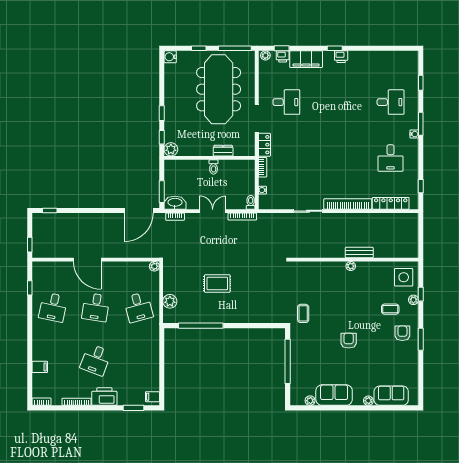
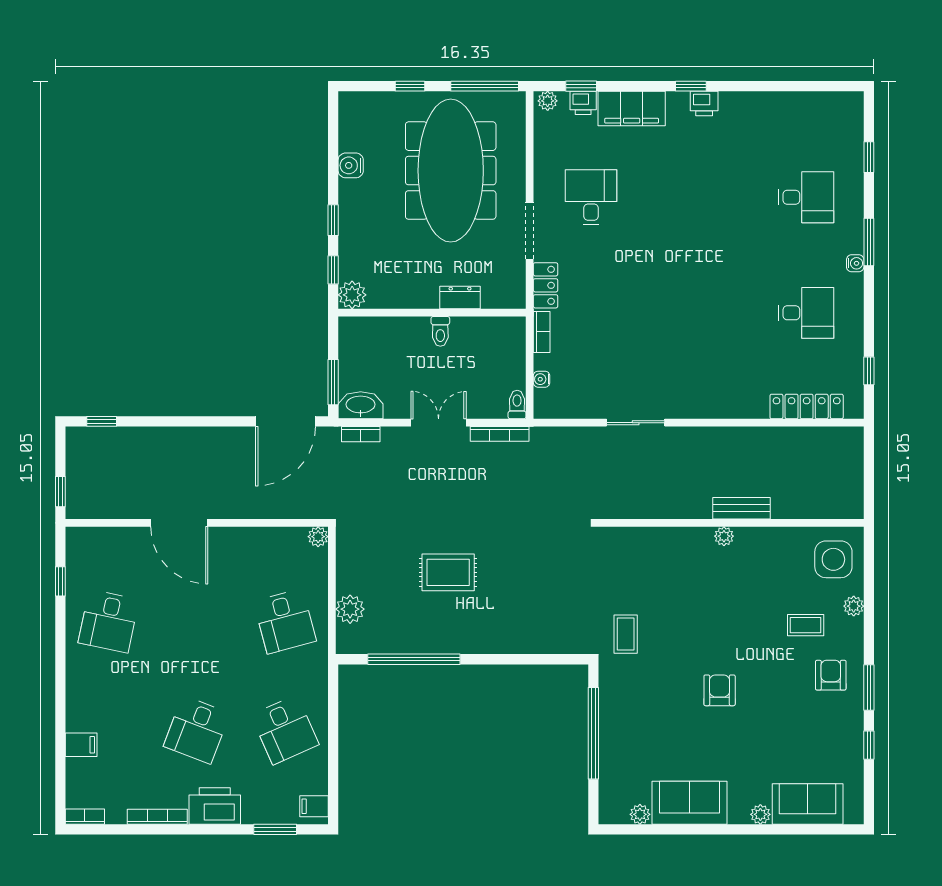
water cooler: (170, 57) -> (351, 165), moved
desk: (286, 102) -> (591, 197), turned -90
desk: (391, 158) -> (806, 313), turned -90
bookcase: (348, 204) -> (718, 408), removed
window: (421, 294) -> (869, 745), moved
desk: (96, 307) -> (285, 730), moved, turned -33

